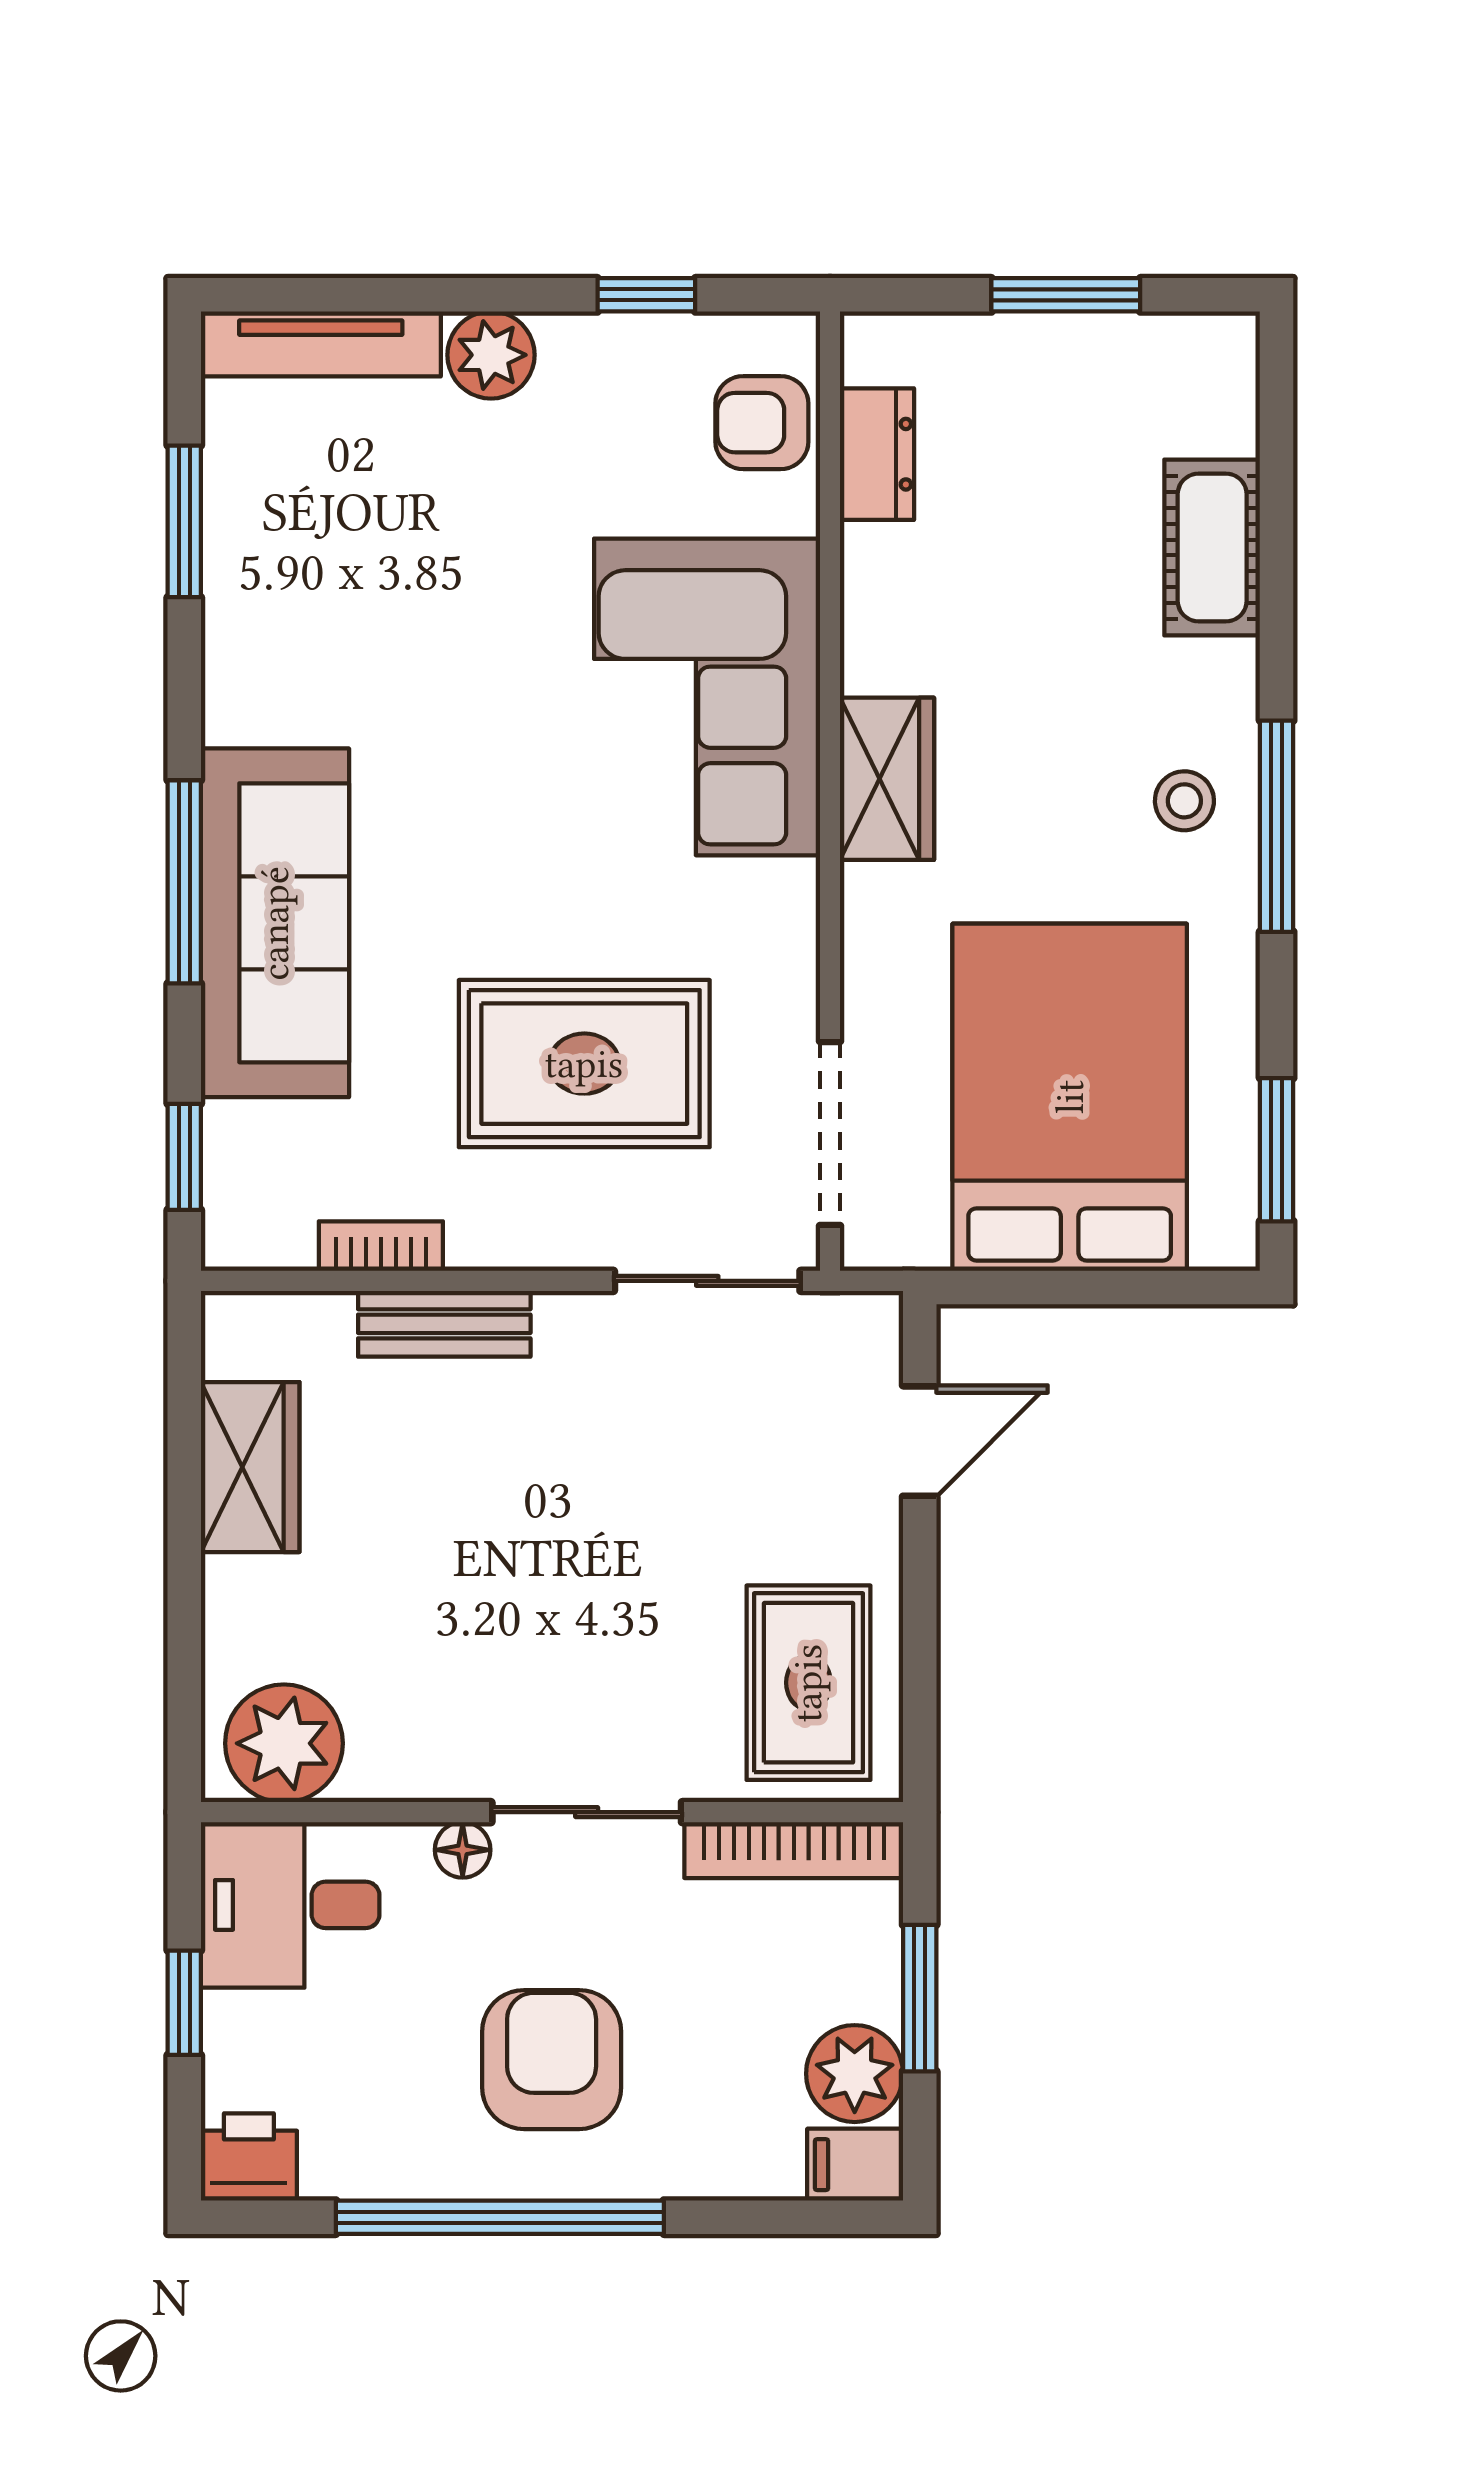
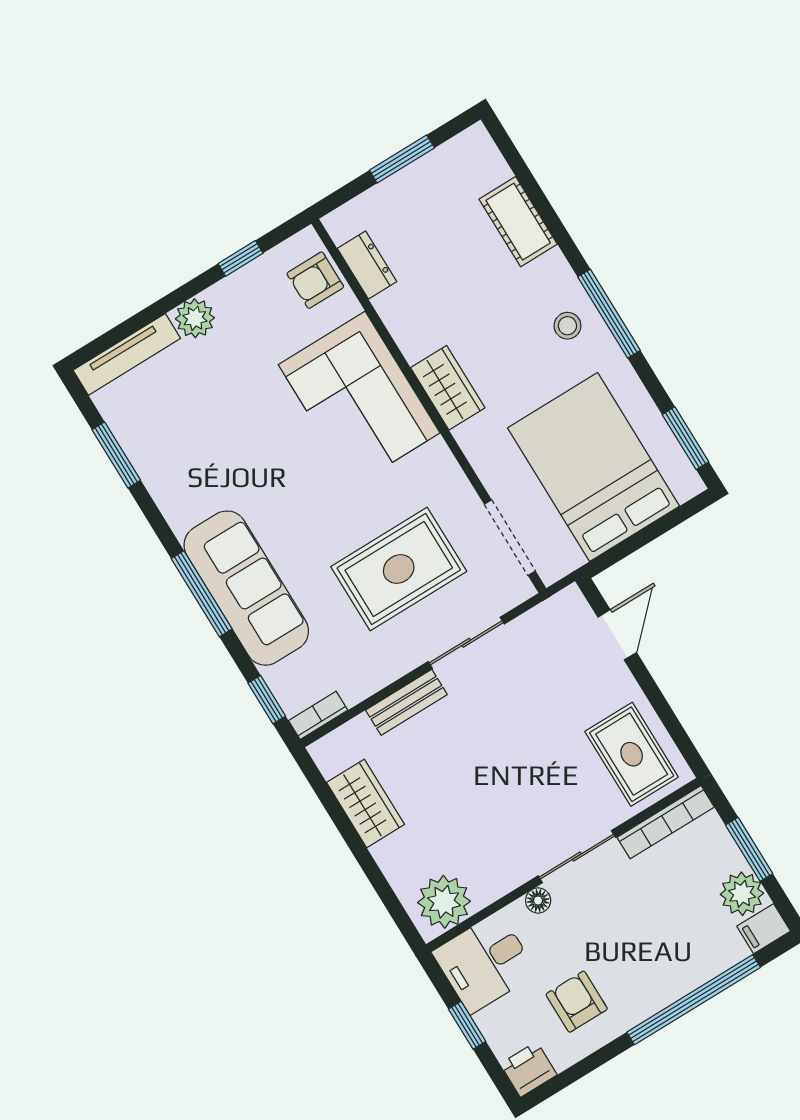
bookcase: (381, 1246) -> (318, 715), moved
sliding door: (707, 1281) -> (466, 643), moved
armchair: (552, 2060) -> (577, 1002), moved, width x0.72, depth x0.72
window: (500, 2217) -> (694, 1000), moved

